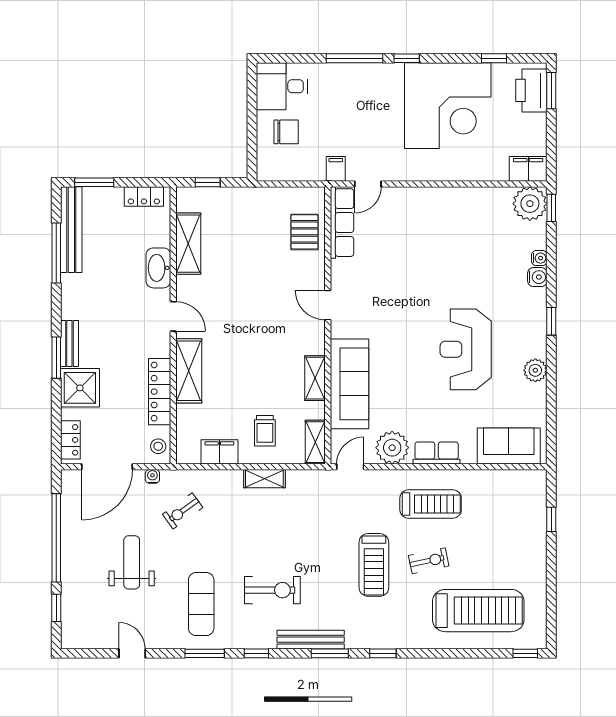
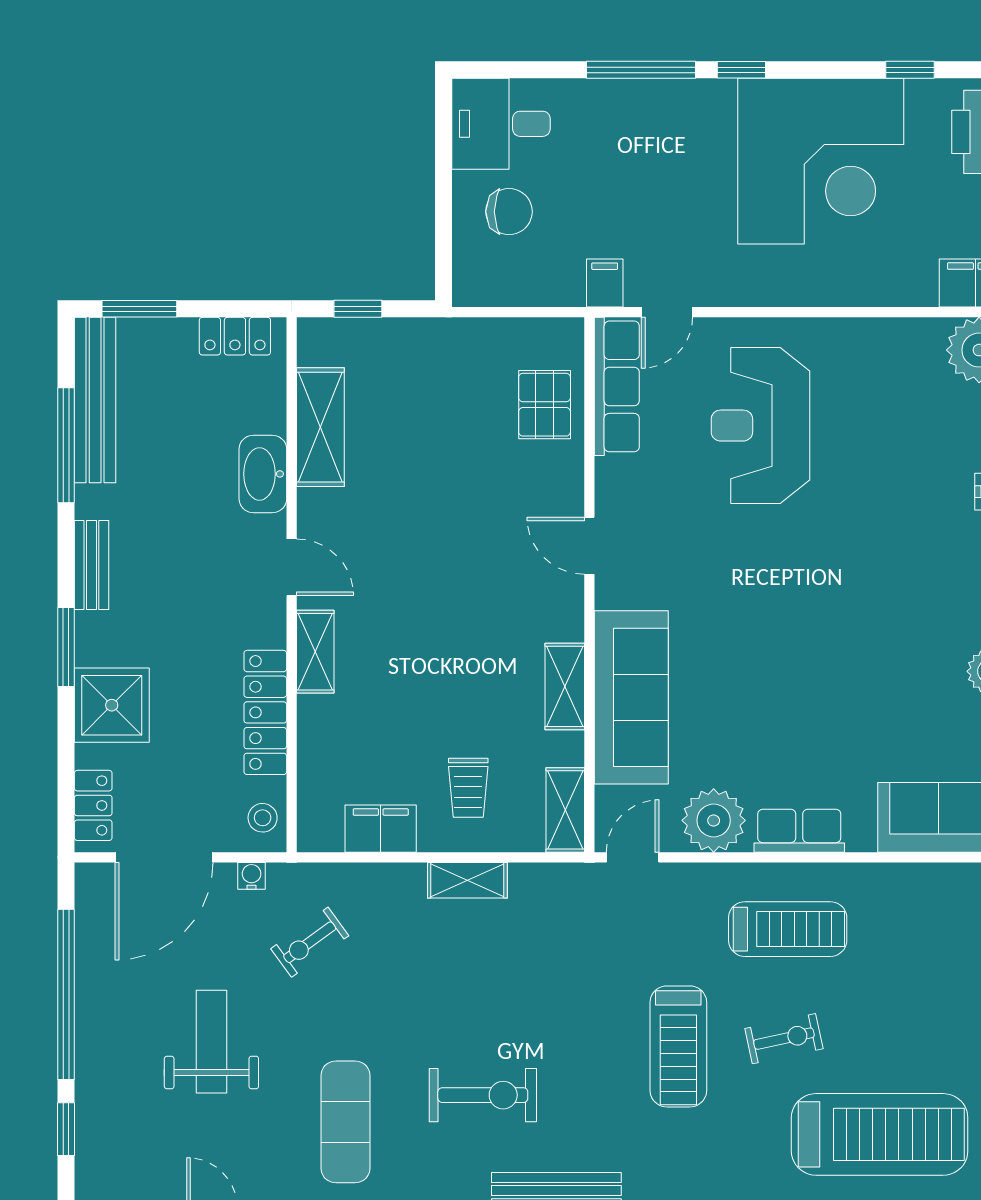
bench: (69, 344) -> (91, 565), moved
reception desk: (466, 349) -> (760, 426), moved
shelving: (189, 371) -> (315, 652), width x0.67, depth x0.75

